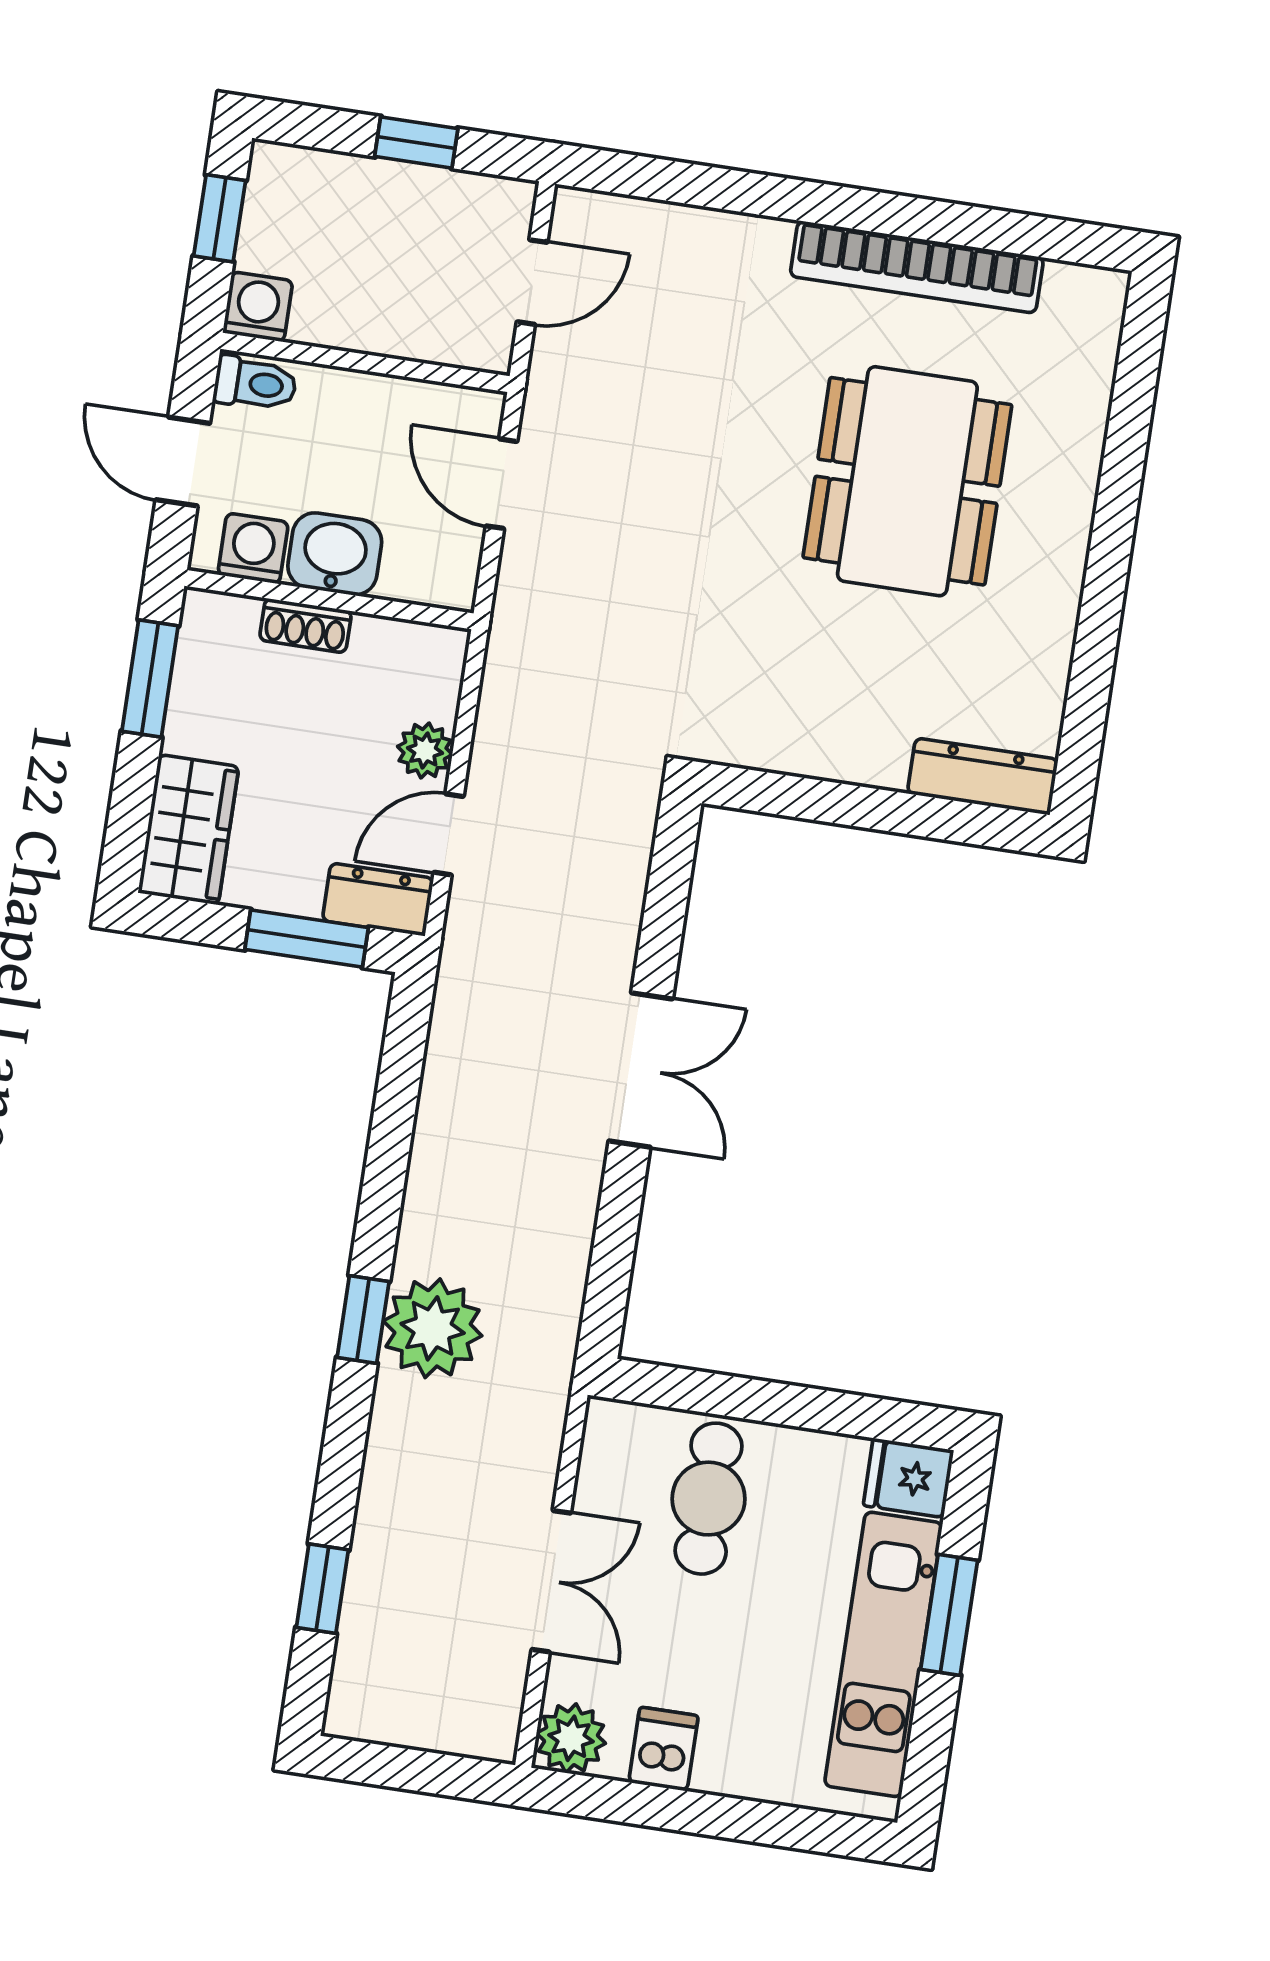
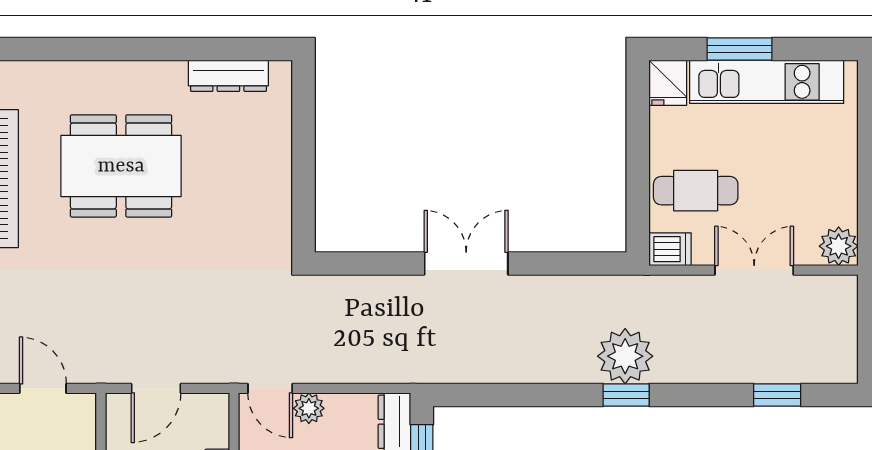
dresser: (983, 776) -> (228, 76), moved, turned -90
door: (449, 834) -> (270, 388), moved
dishwasher: (663, 1749) -> (670, 249), moved, turned 180

